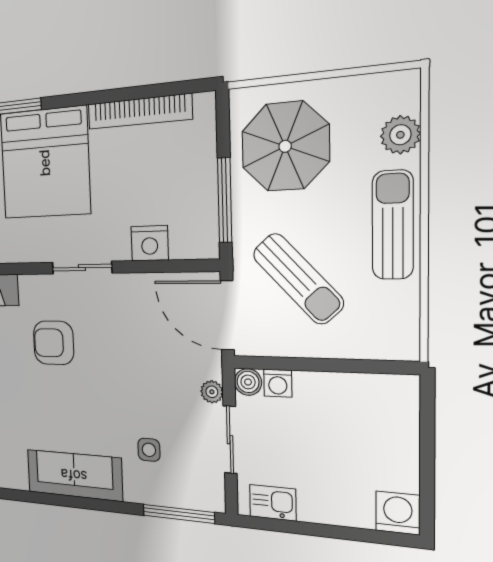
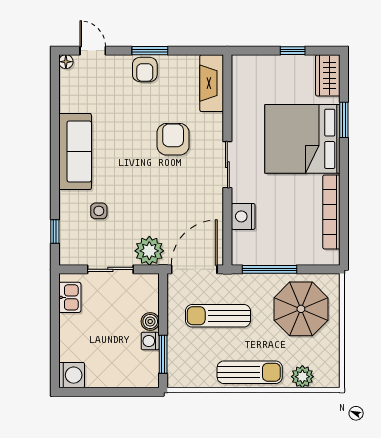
sun lounger: (298, 279) -> (218, 316), turned 43
window: (362, 366) -> (163, 354), added
boiler: (248, 382) -> (150, 321), moved
washing machine: (278, 383) -> (150, 341), moved
plant: (212, 392) -> (149, 251), width x1.88, depth x1.88
window: (179, 514) -> (55, 231), width x0.46

